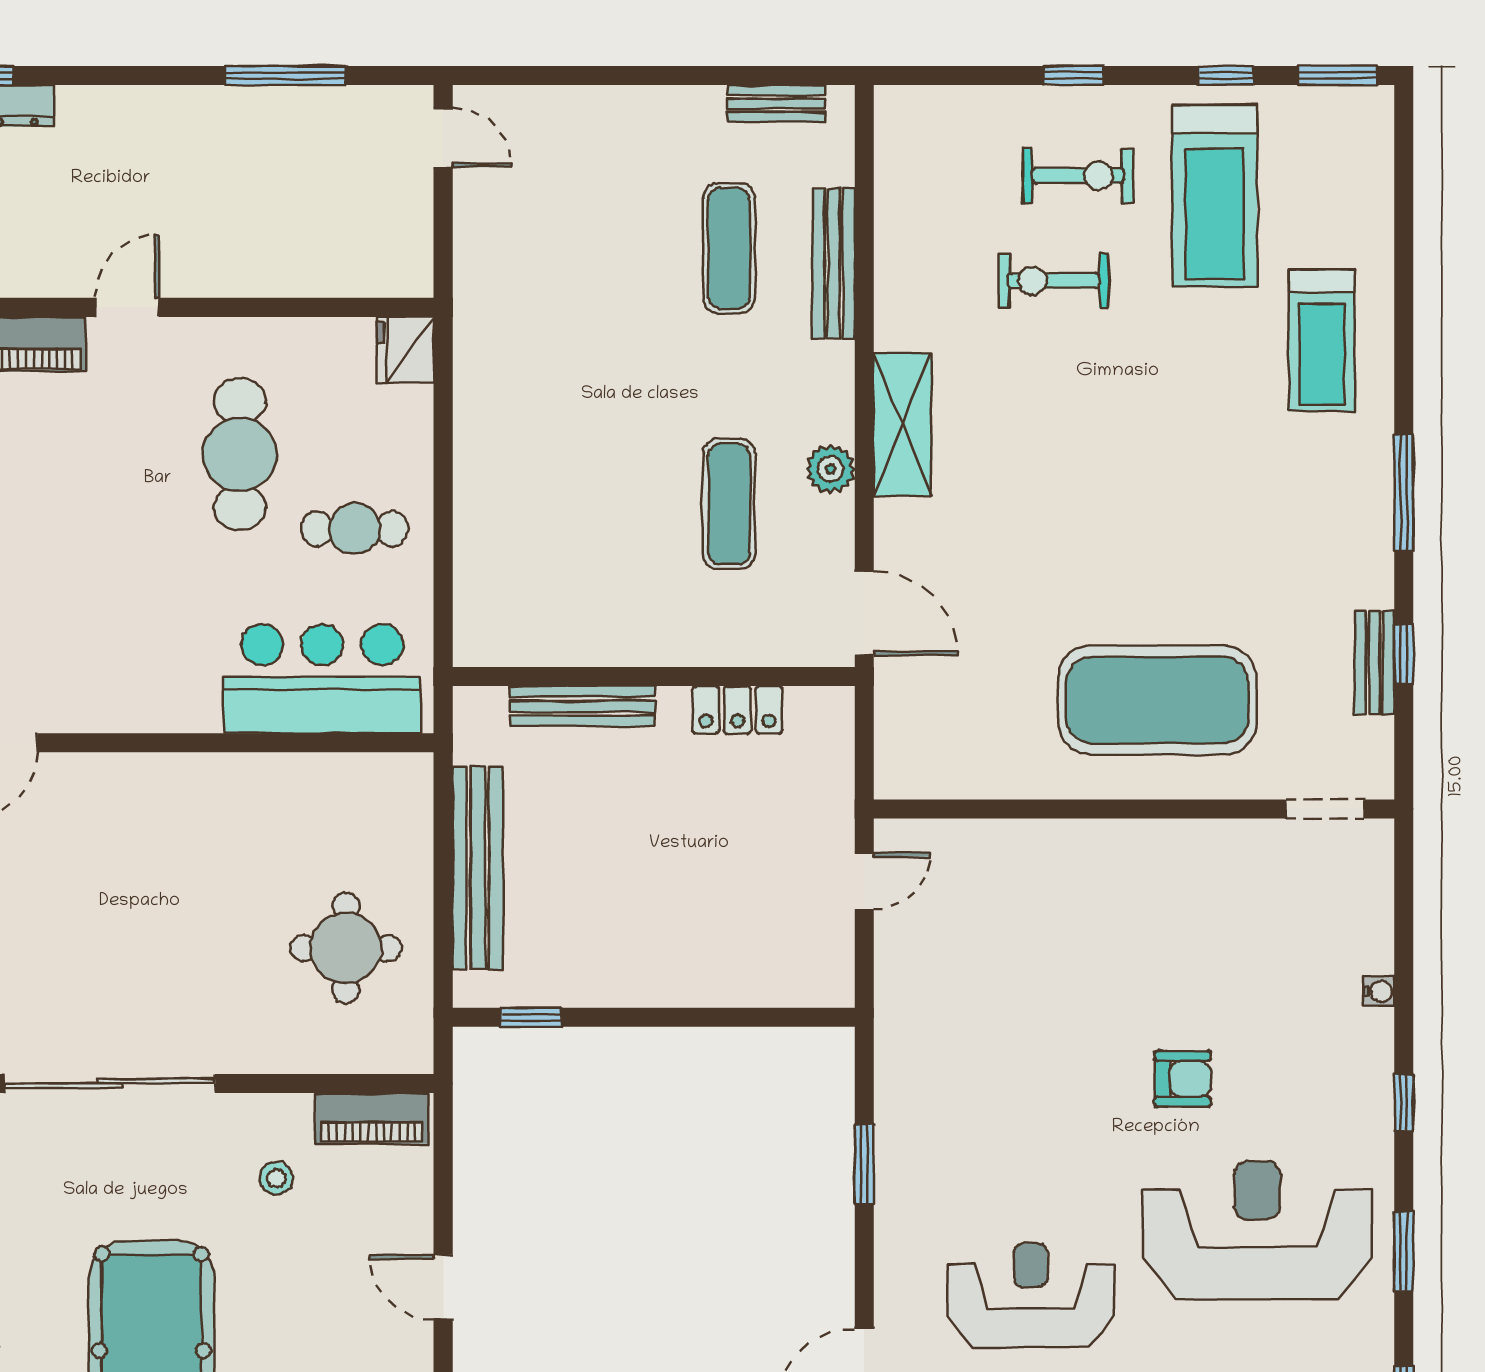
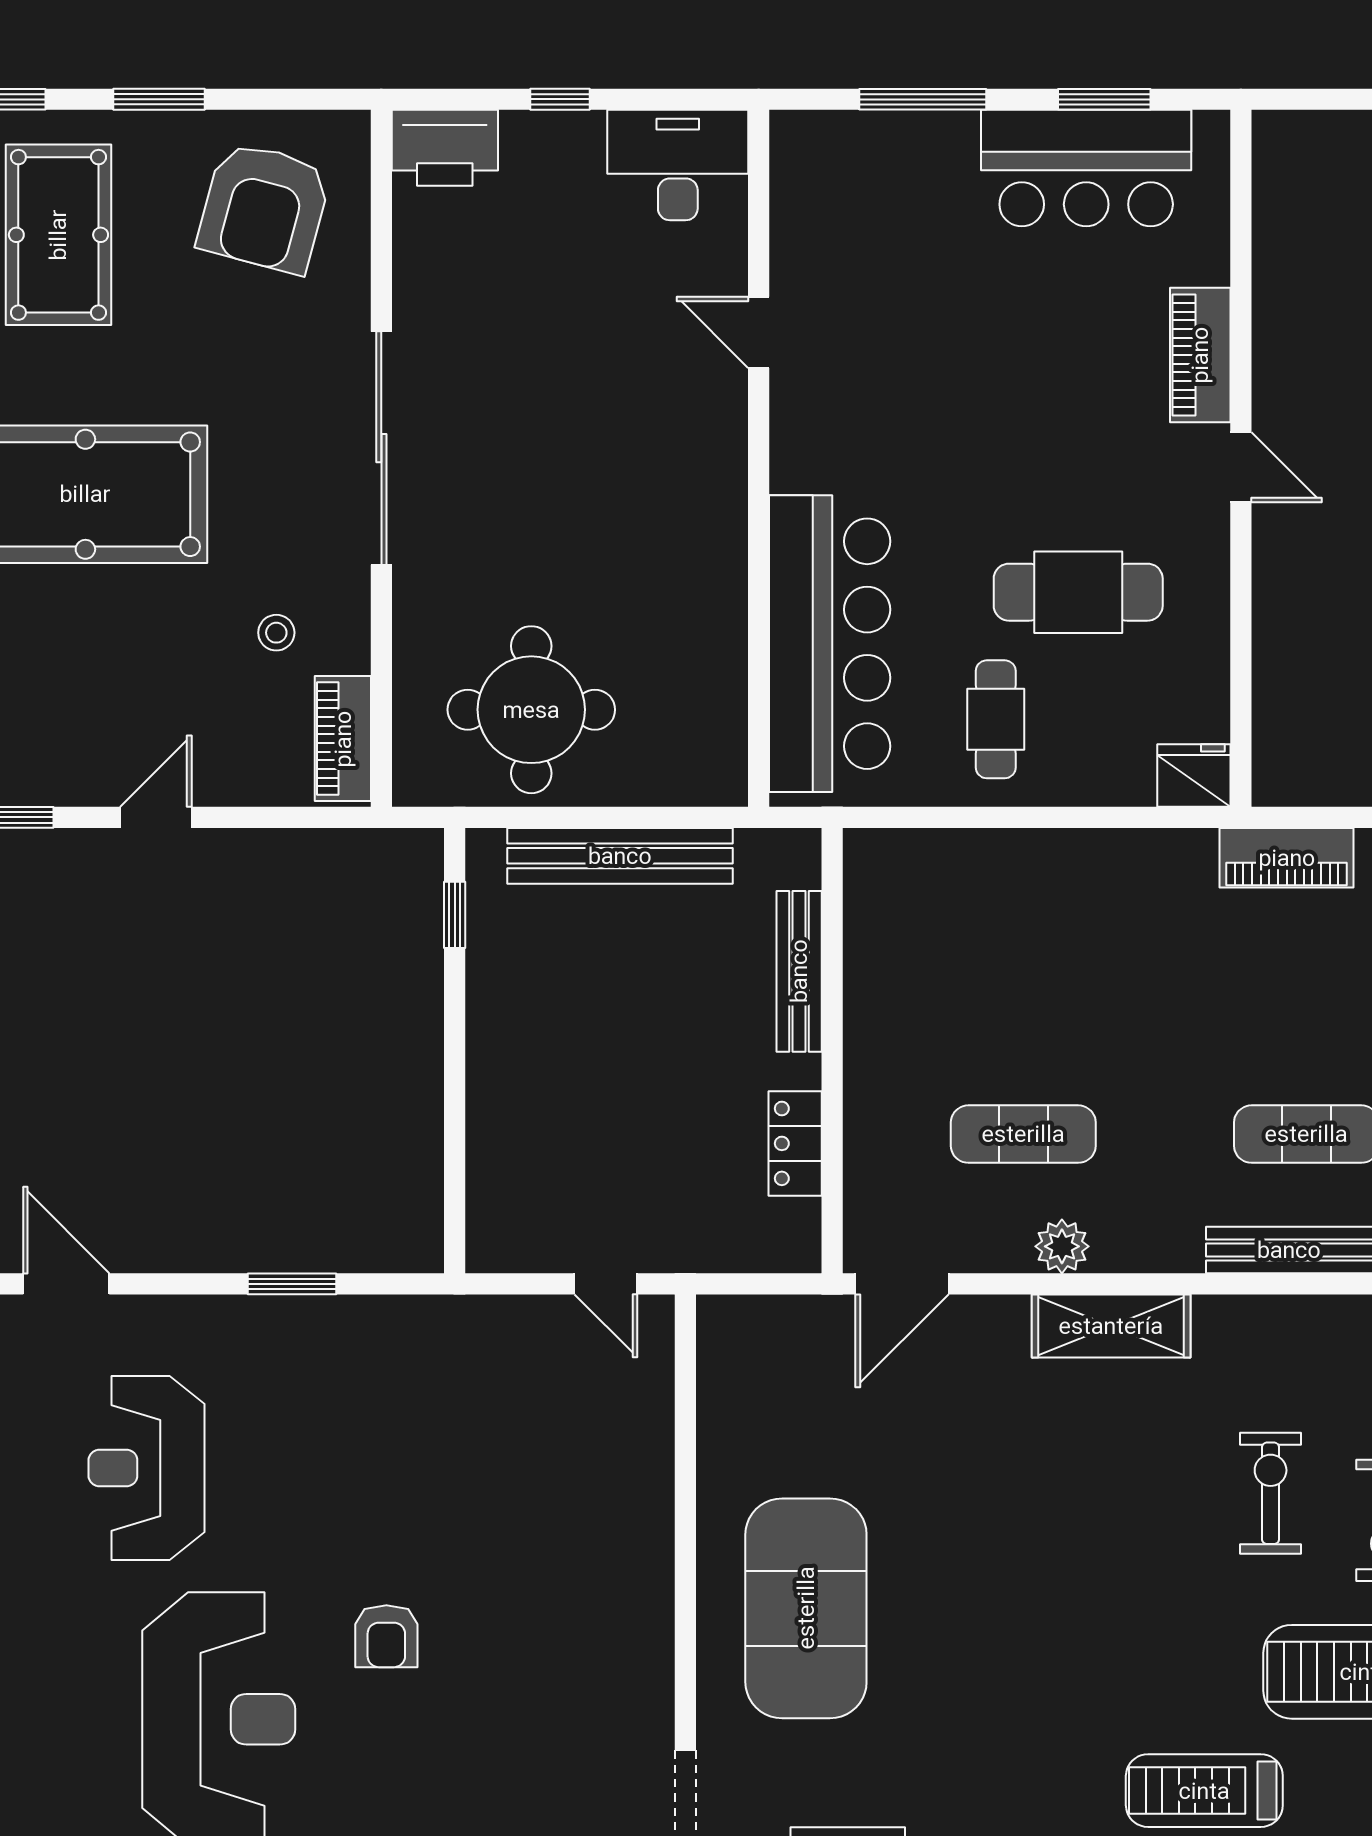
piano: (480, 266) -> (1287, 858), added
bar counter: (322, 679) -> (830, 644), width x1.36
round table: (346, 948) -> (531, 710), width x1.36, depth x1.36
reception desk: (1031, 1295) -> (147, 1468), turned 180

